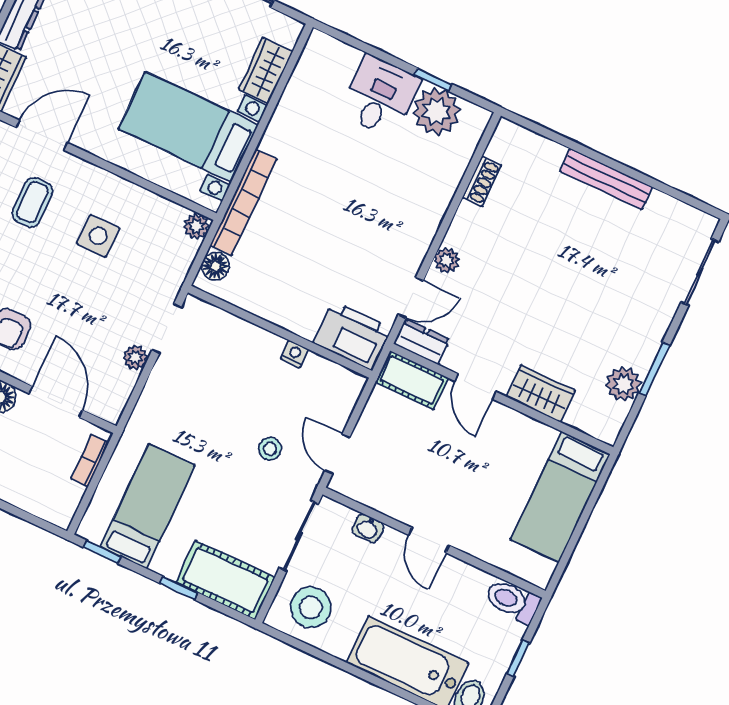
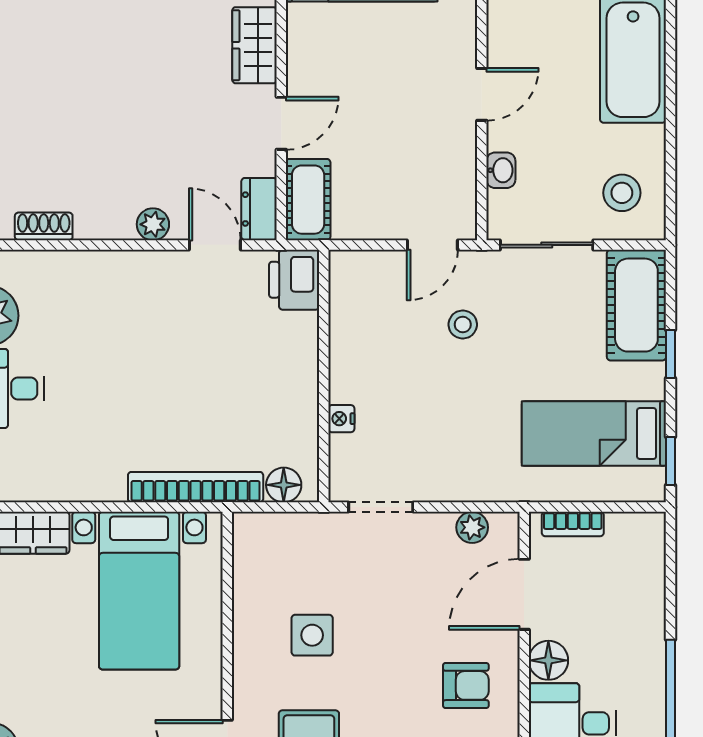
plant: (197, 226) -> (248, 528), removed
printer: (353, 336) -> (294, 280), width x0.73, depth x0.84
nightstand: (295, 354) -> (341, 419), moved
plant: (135, 357) -> (472, 527), moved
stool: (311, 607) -> (622, 193), width x0.73, depth x0.73

